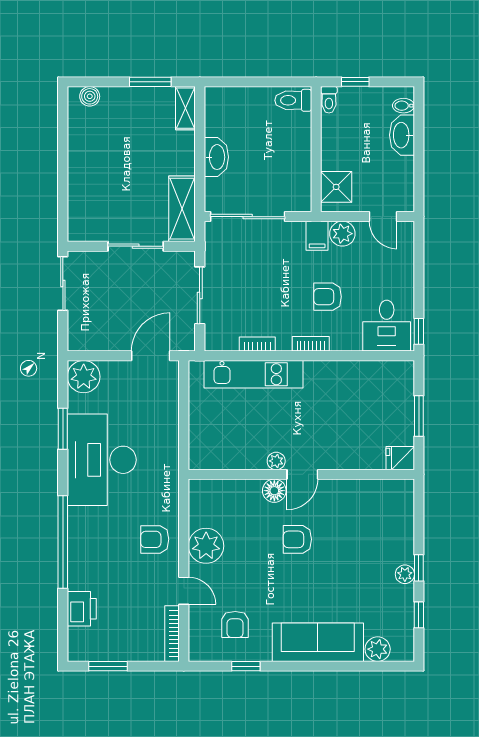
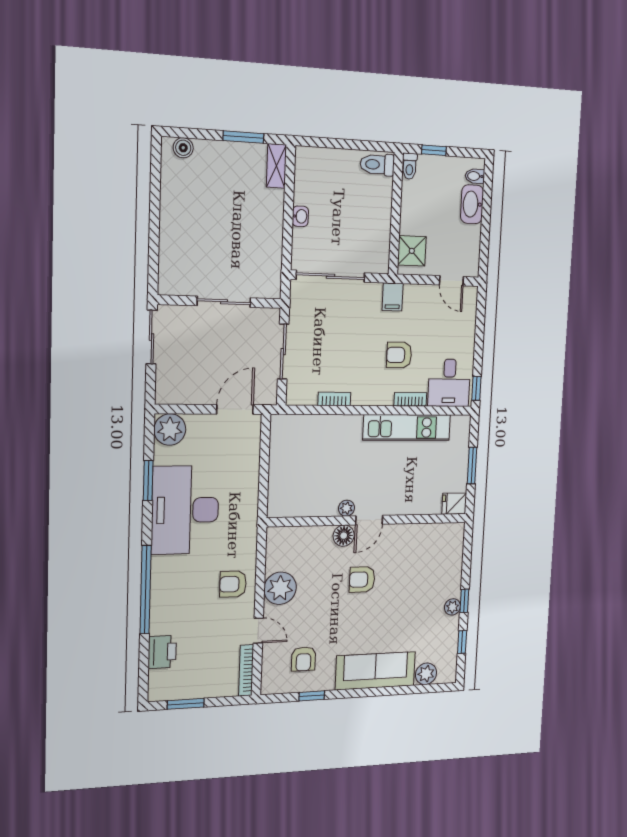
washbasin: (216, 157) -> (300, 216), width x0.52, depth x0.69
shelving: (182, 209) -> (270, 266), removed
plant: (342, 234) -> (415, 296), removed
bookcase: (311, 344) -> (410, 399), moved
kitchen unit: (254, 374) -> (407, 428), moved

